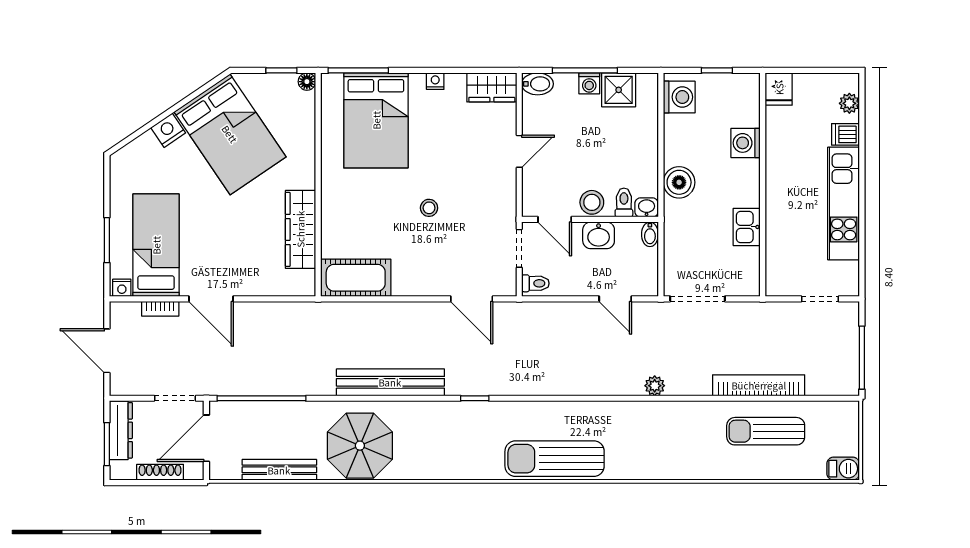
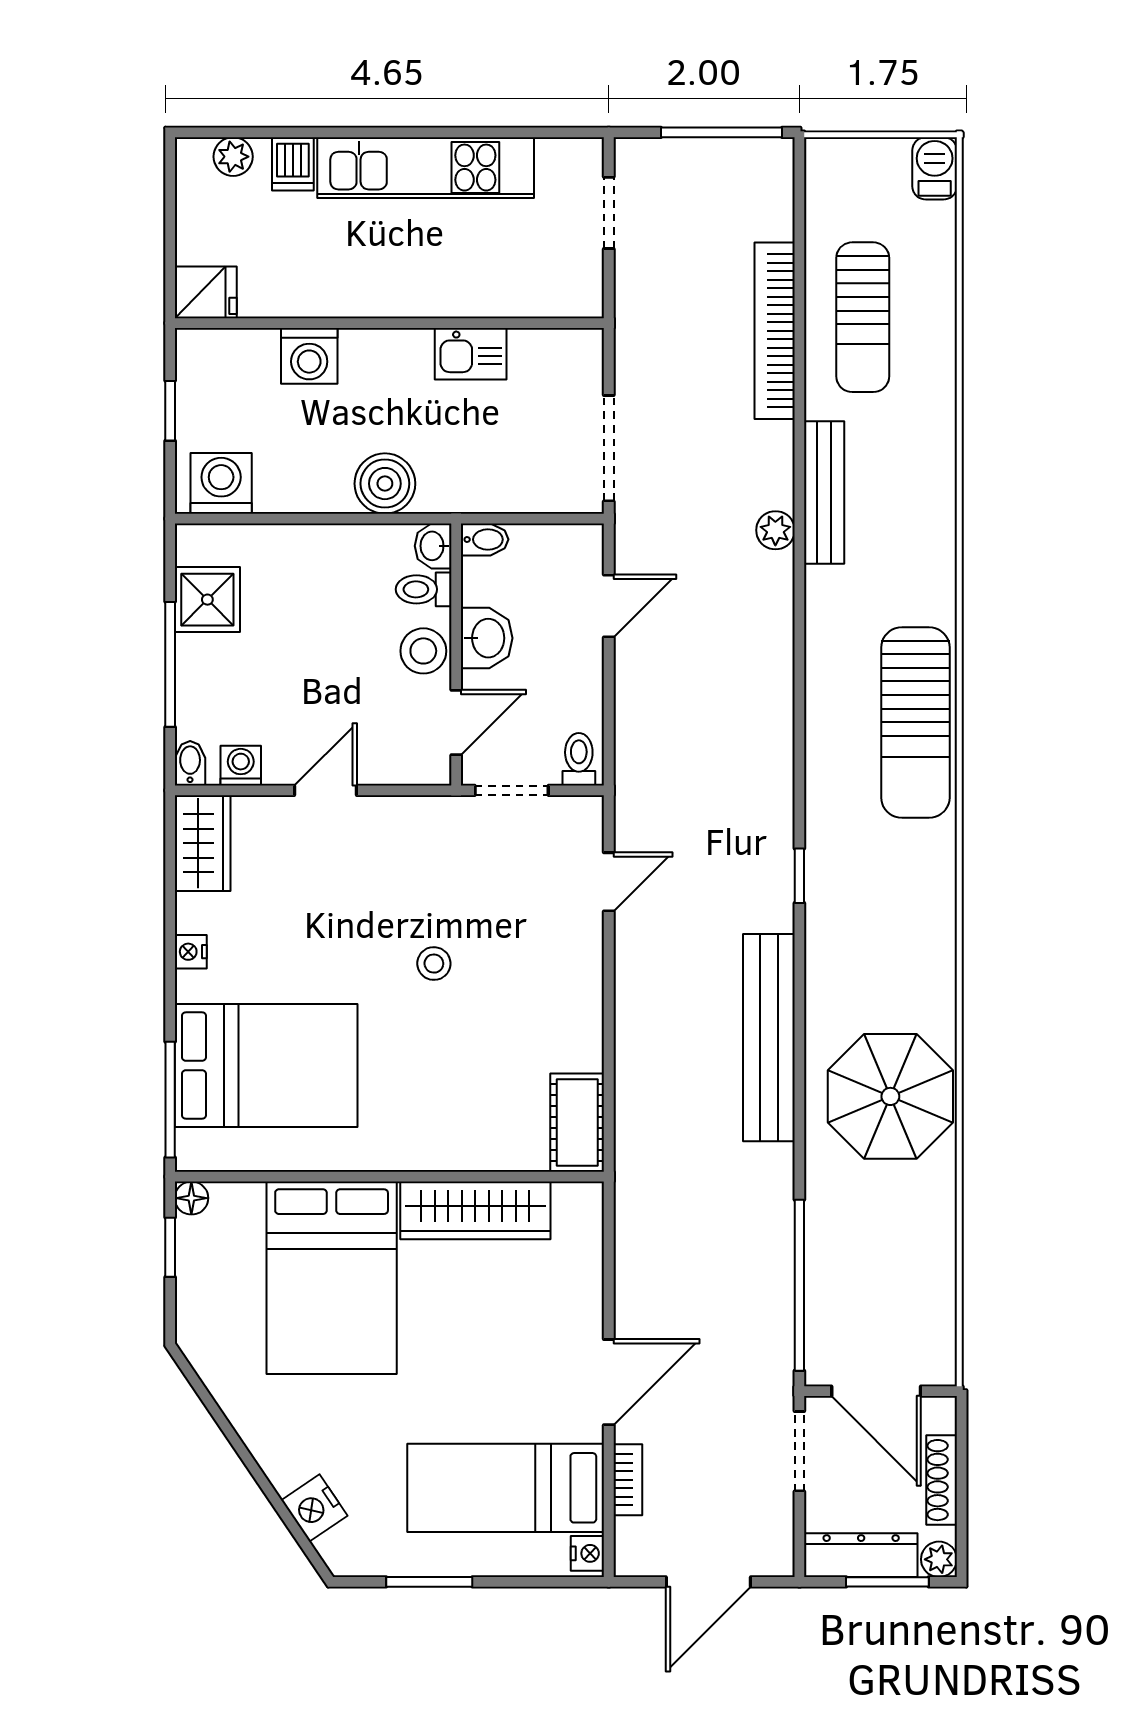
washing machine: (589, 83) -> (241, 766), moved, turned -90
bidet: (538, 84) -> (190, 763), width x0.72, depth x0.74
nightstand: (168, 130) -> (314, 1508), moved
bed: (230, 134) -> (332, 1278), moved, turned 124
door: (519, 151) -> (325, 790), hinge flipped
window: (107, 240) -> (429, 1582), moved
cot: (356, 278) -> (577, 1123), width x0.73, depth x0.75
door: (472, 299) -> (609, 882), width x0.73
bench: (279, 470) -> (824, 493), moved
plant: (119, 471) -> (939, 1559), added

